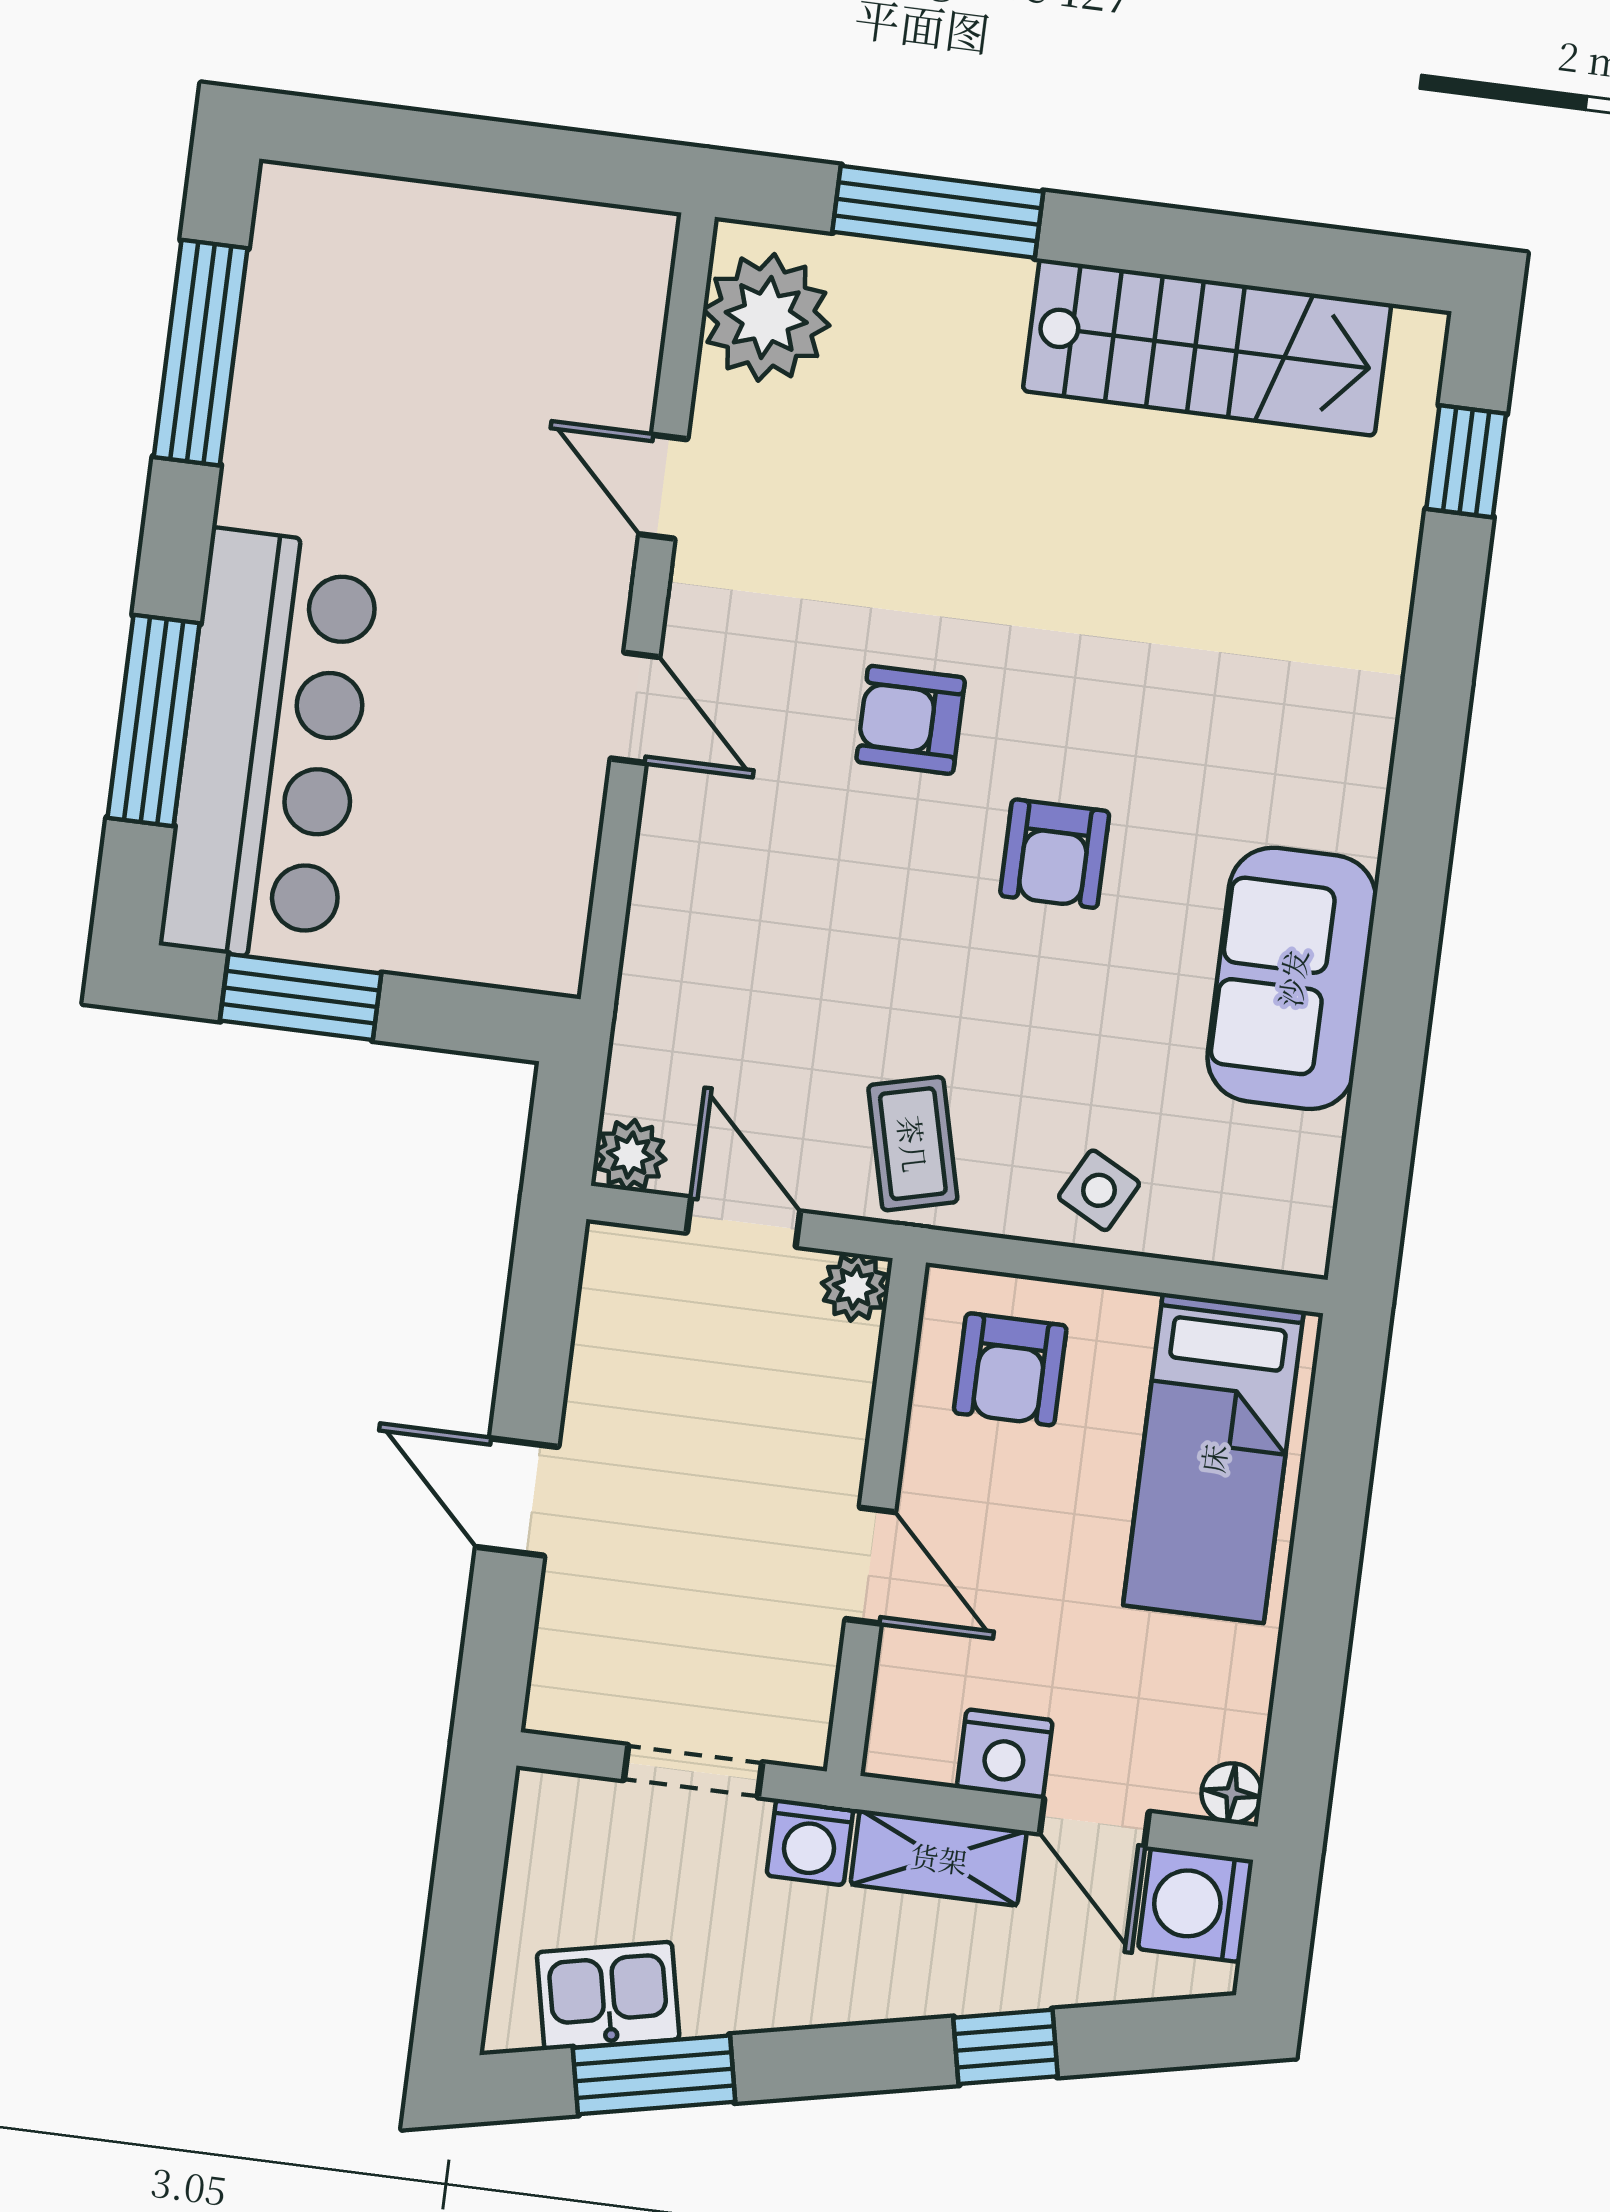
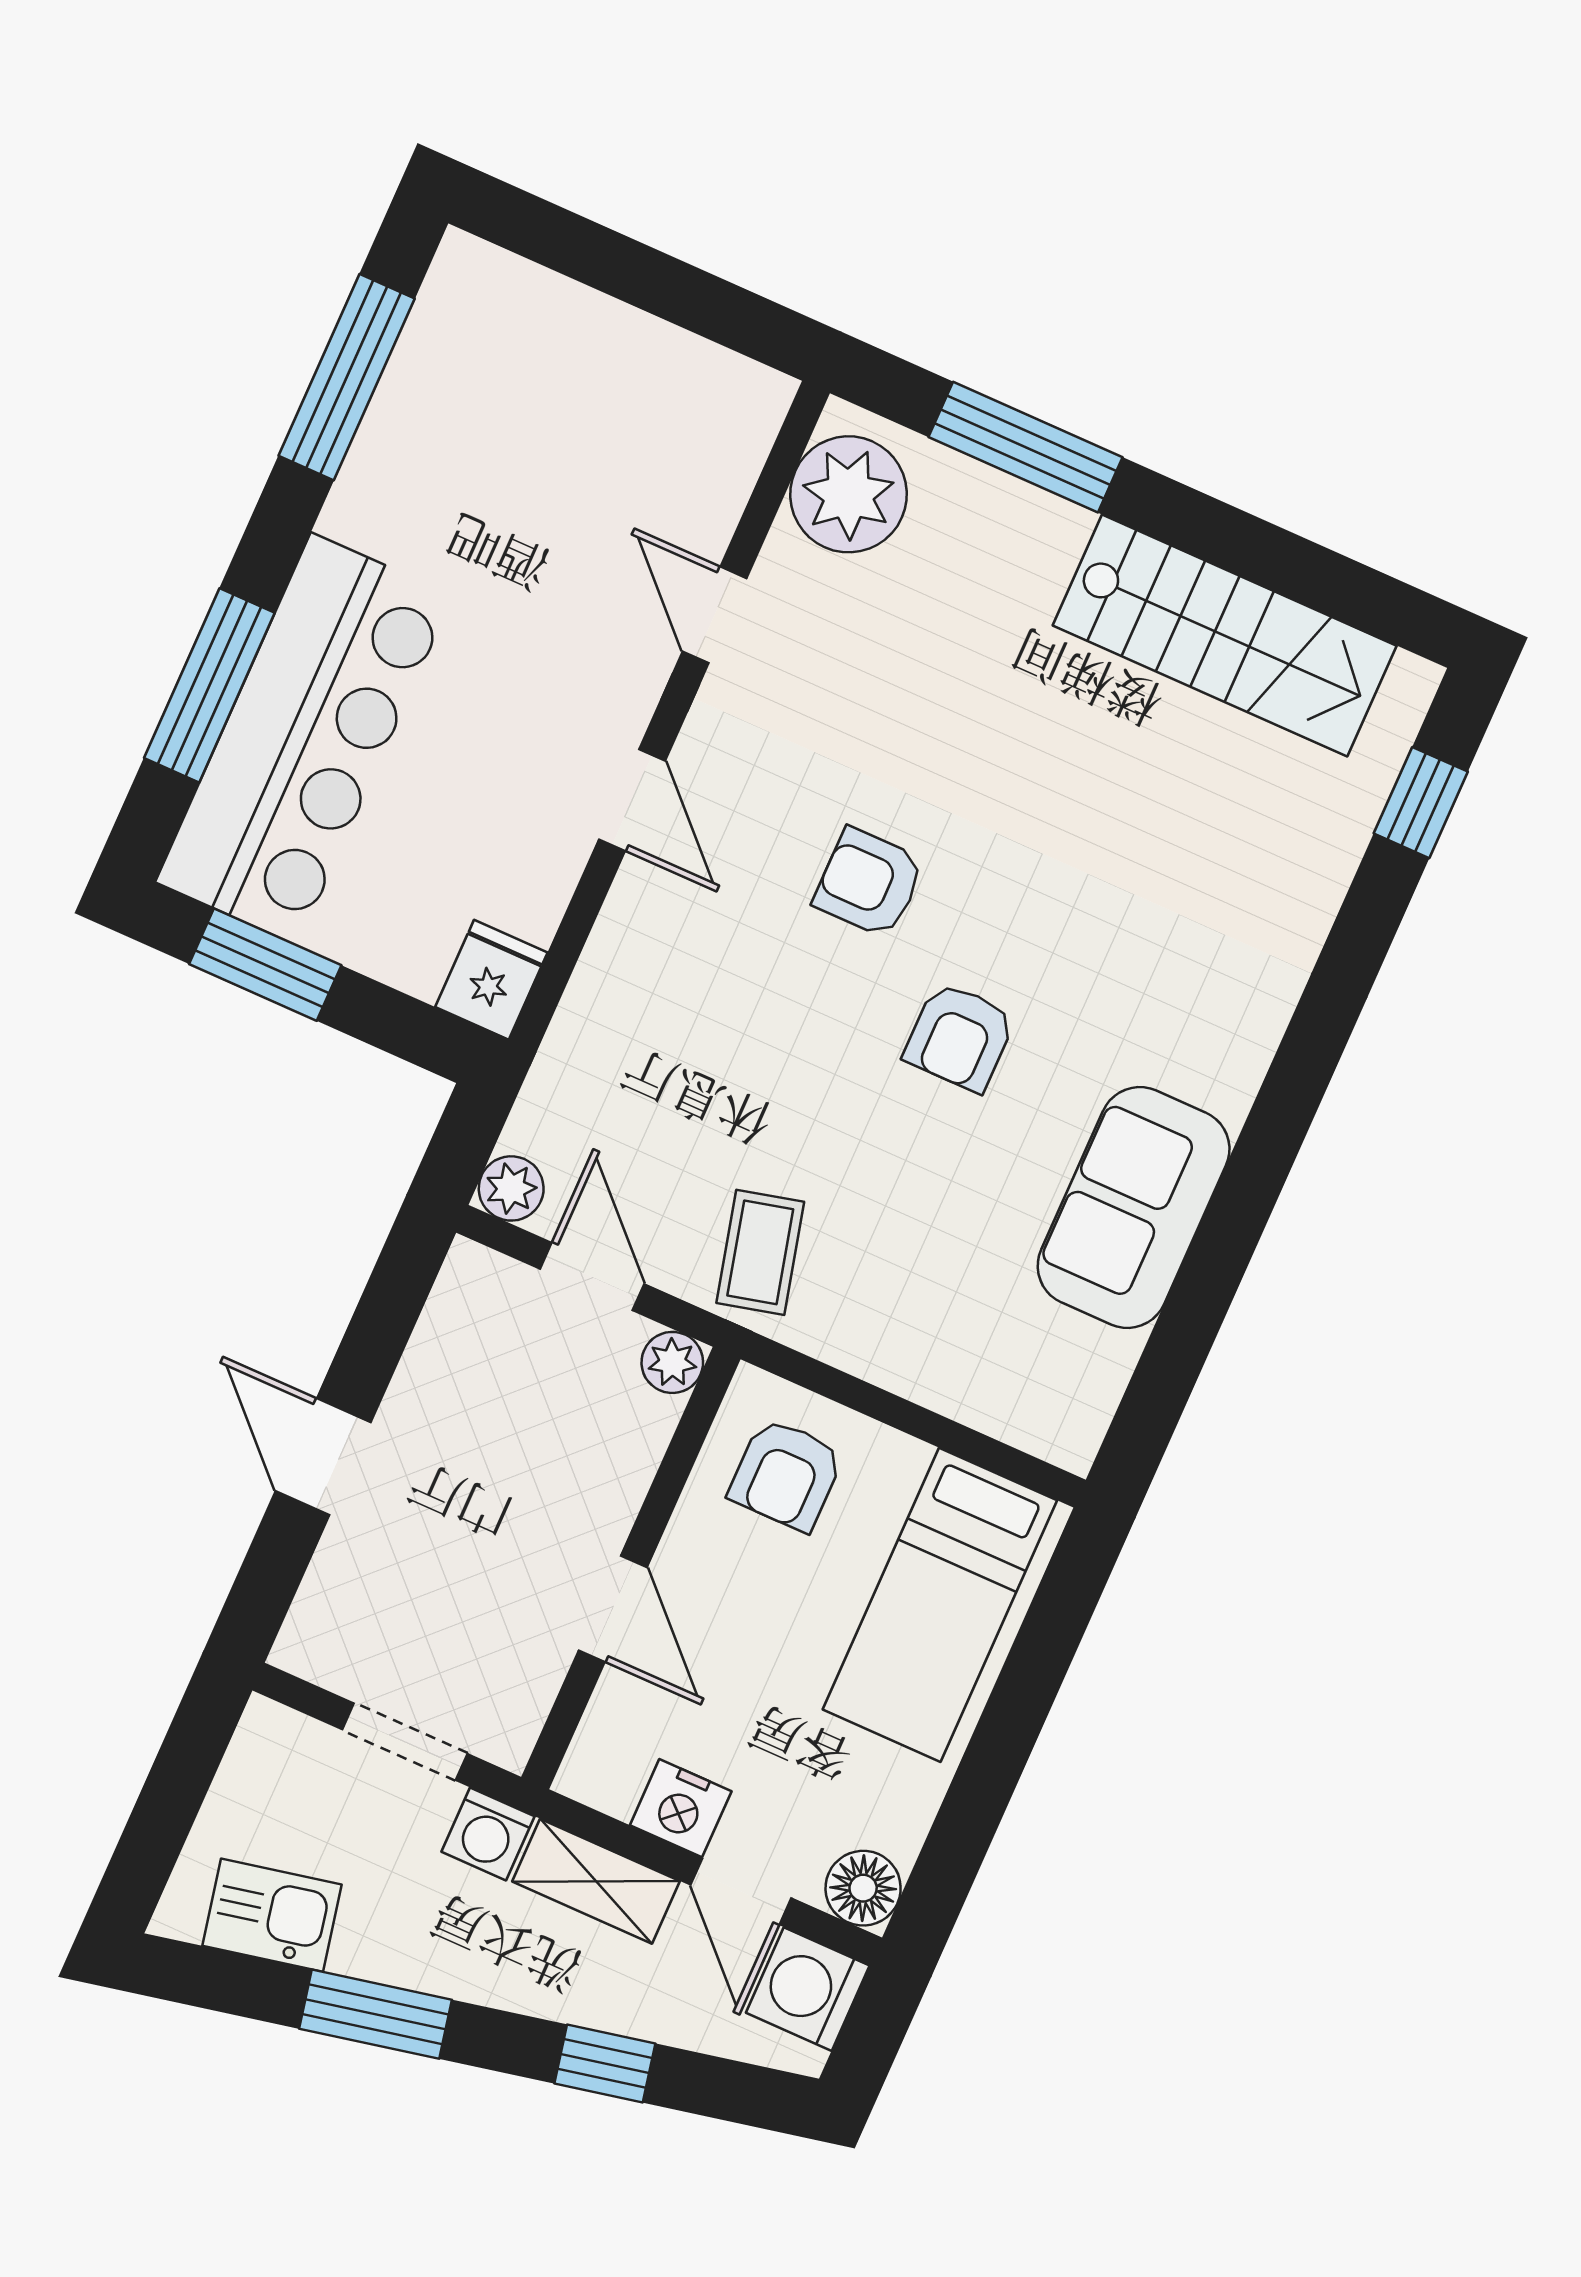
fridge: (544, 941) -> (491, 980), added
side table: (1099, 1190) -> (910, 1342), removed
floor lamp: (1232, 1793) -> (863, 1888), width x1.37, depth x1.37
window: (654, 2075) -> (375, 2014), moved

